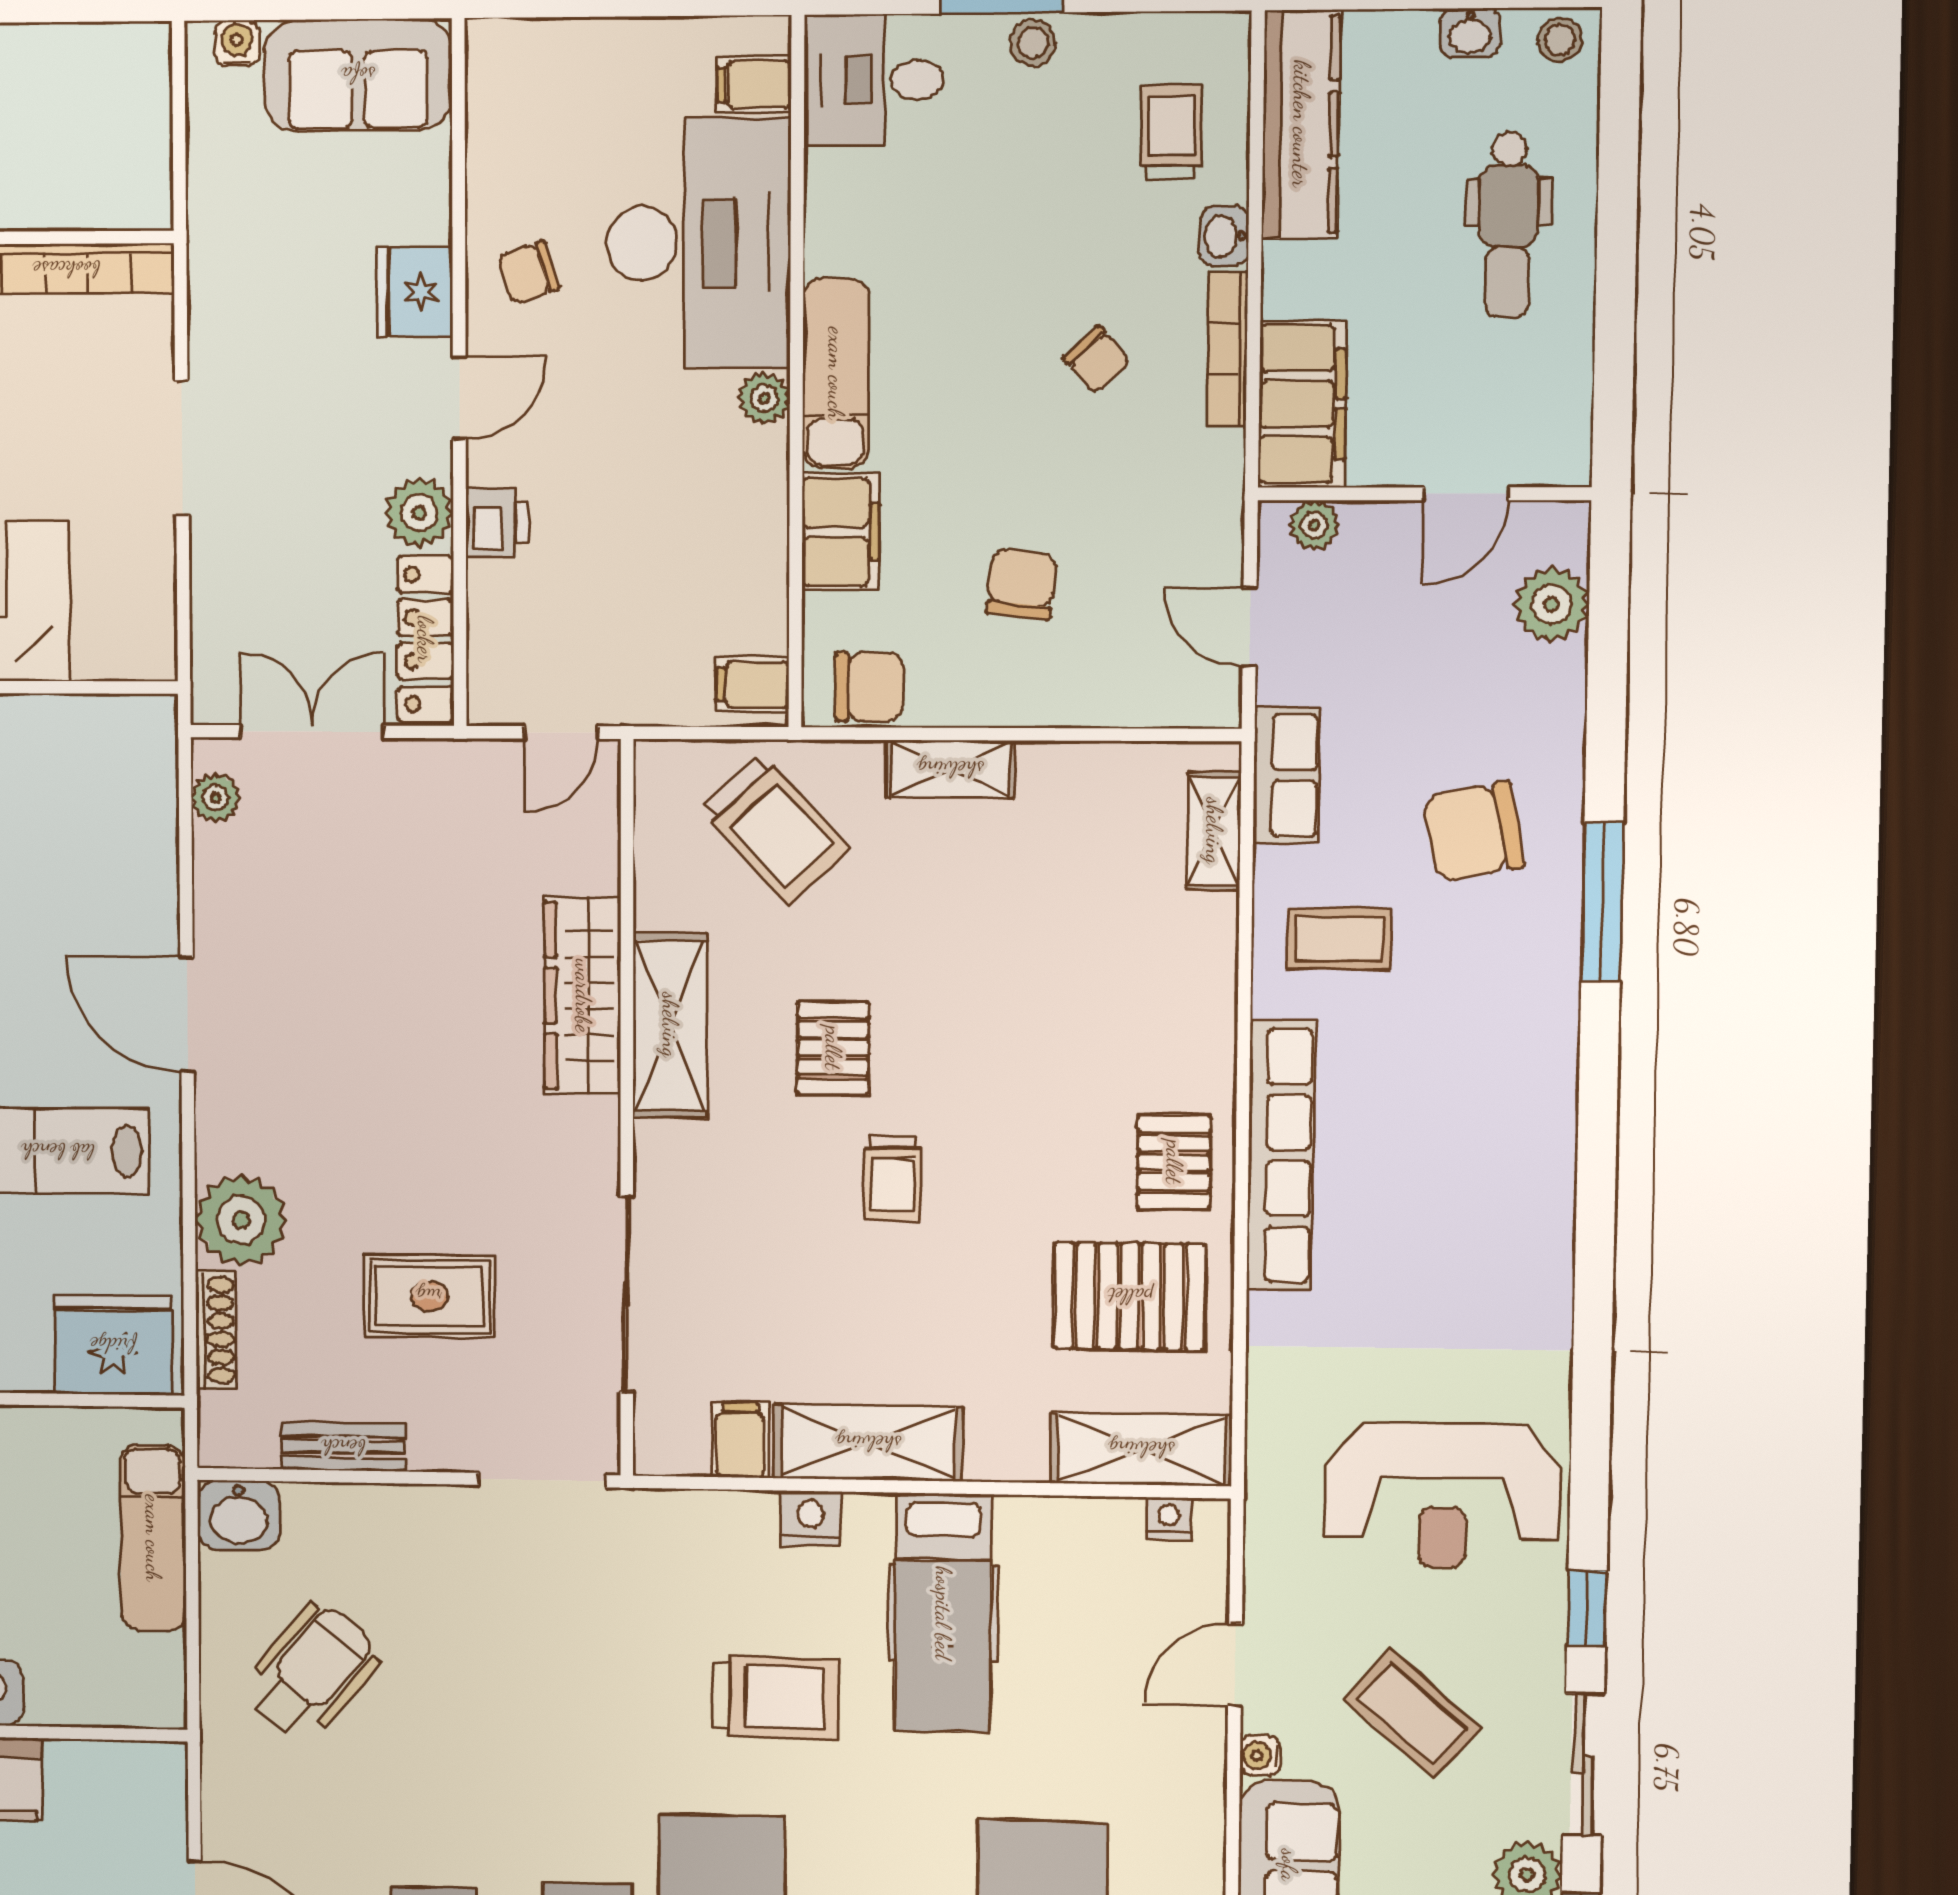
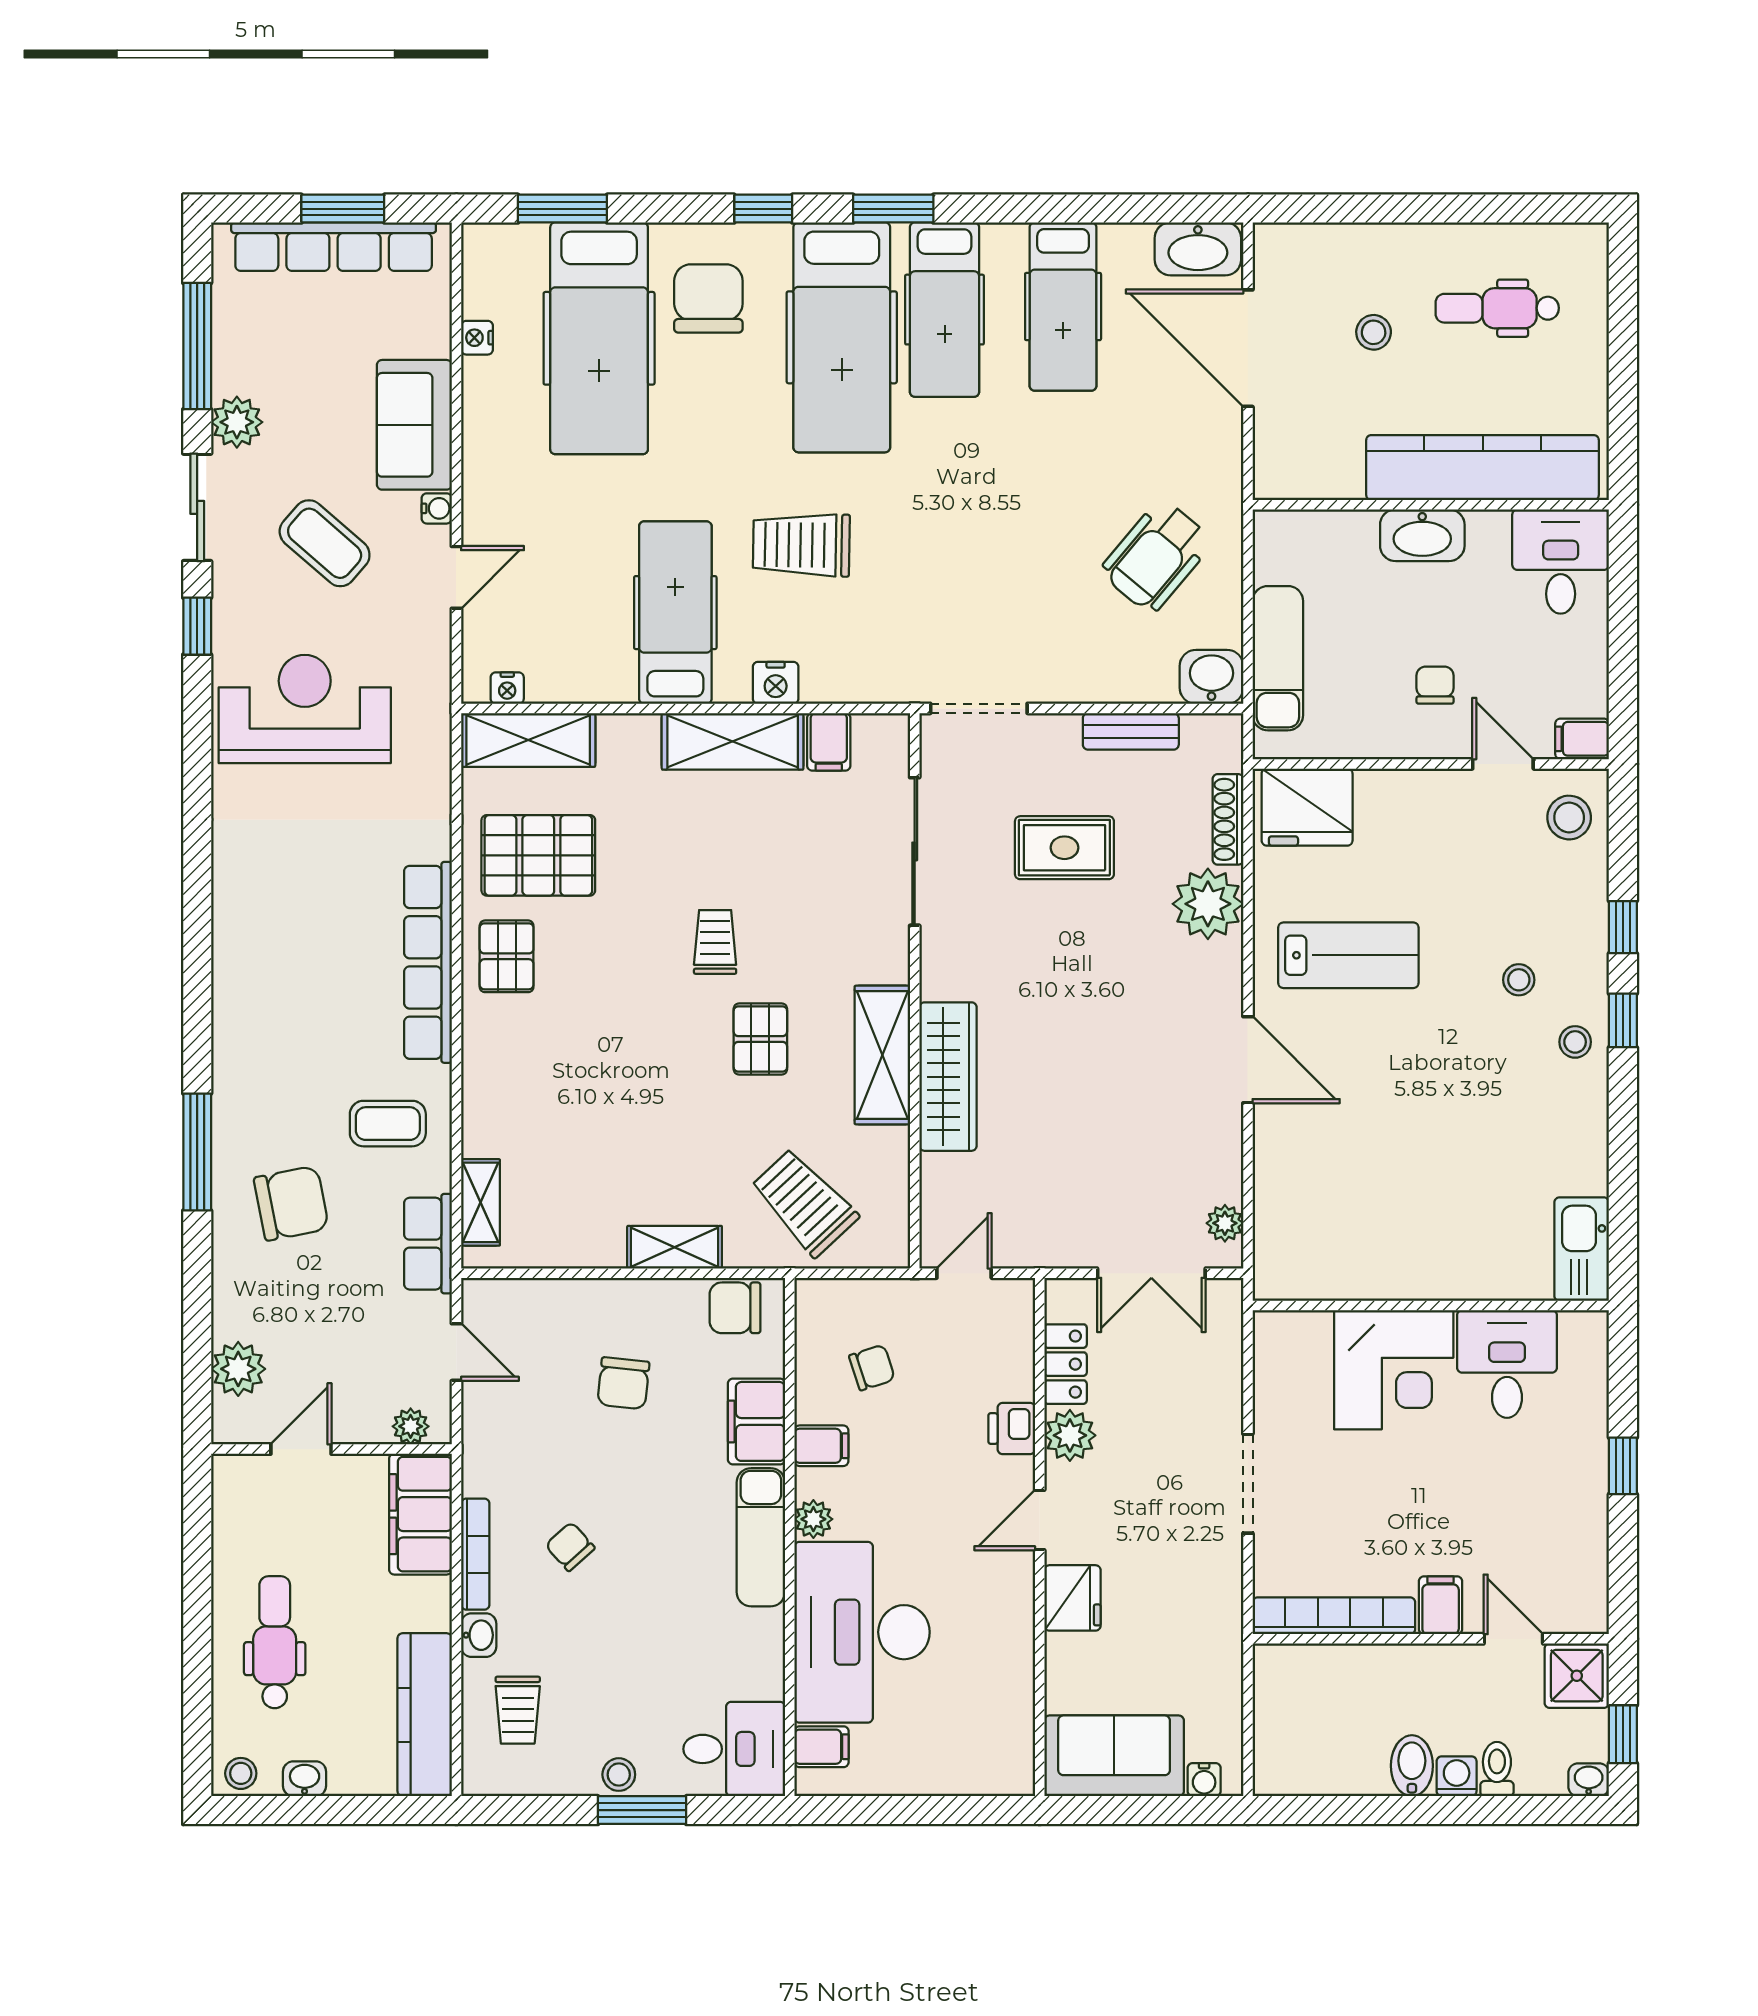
chair: (528, 272) -> (872, 1367), moved
locker: (425, 639) -> (1066, 1364), width x0.66
filing cabinet: (753, 685) -> (821, 1446), moved

